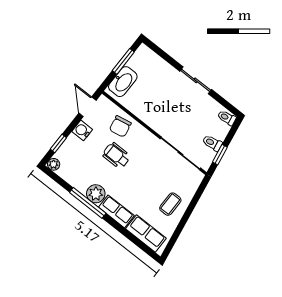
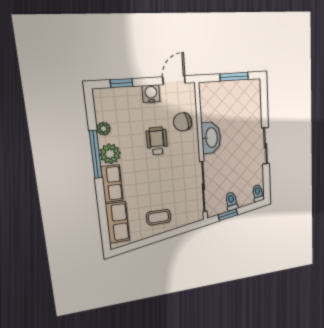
washbasin: (123, 82) -> (211, 138), moved, turned -90
plant: (54, 164) -> (104, 129), moved

